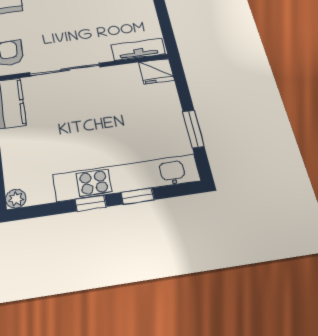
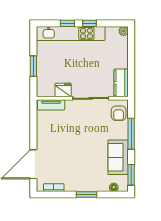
fridge: (156, 71) -> (63, 90), moved
window: (193, 129) -> (33, 66), moved

